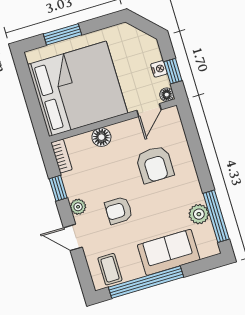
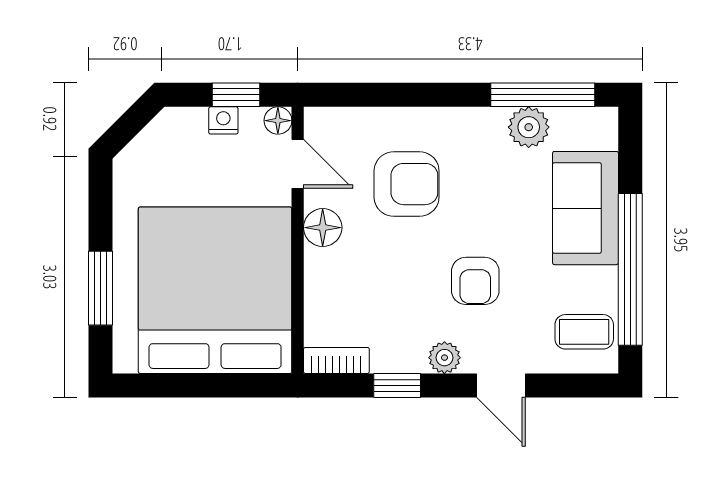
floor lamp: (101, 137) -> (323, 228), moved
door: (73, 237) -> (501, 385), hinge flipped

